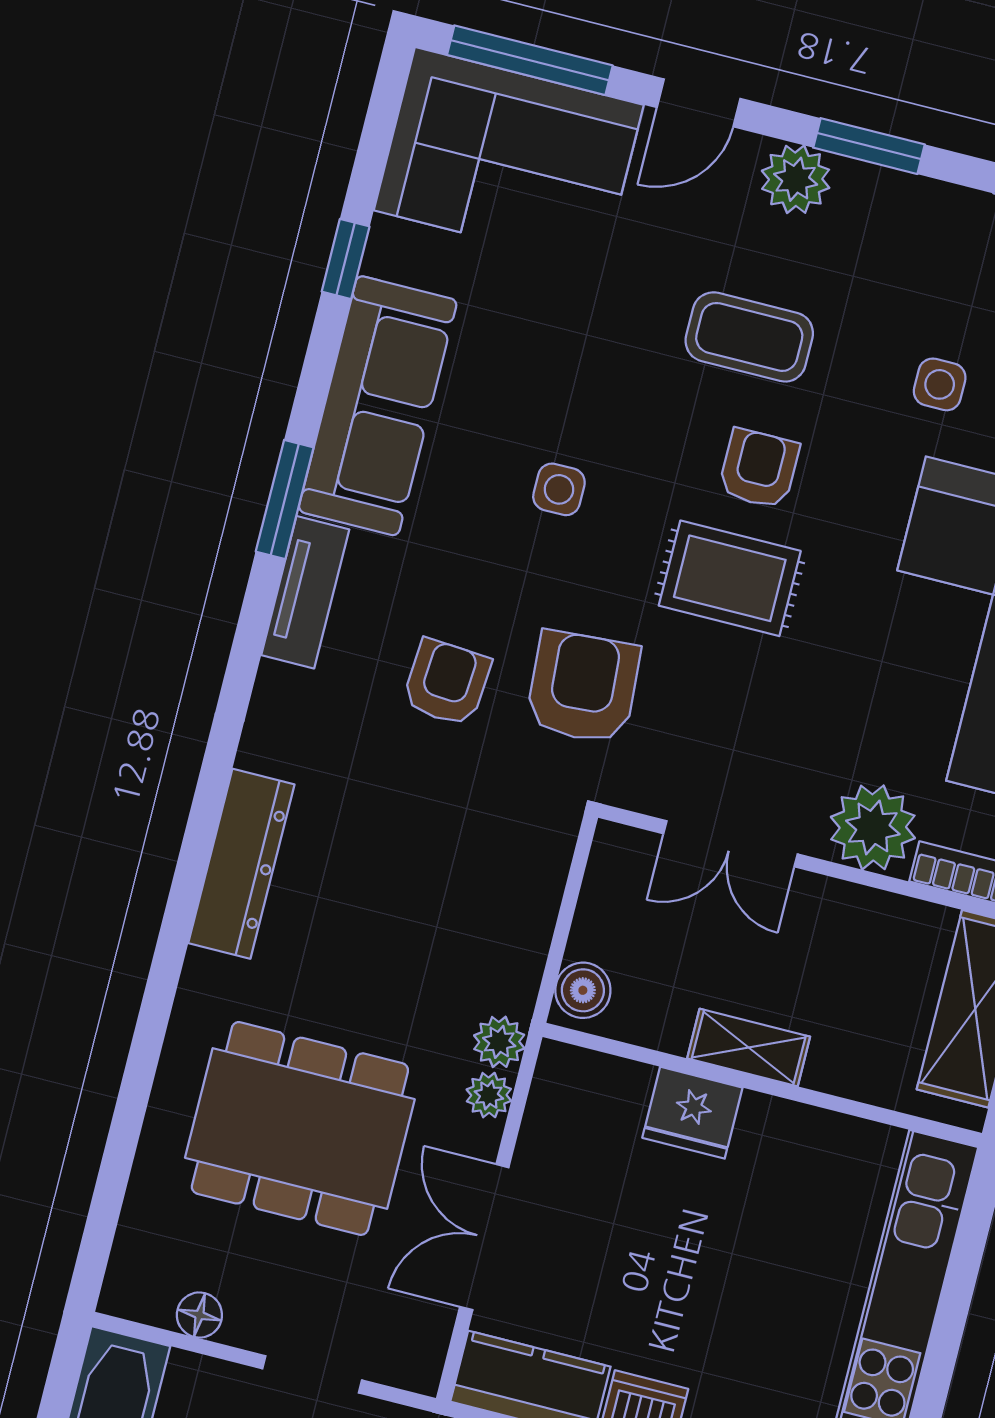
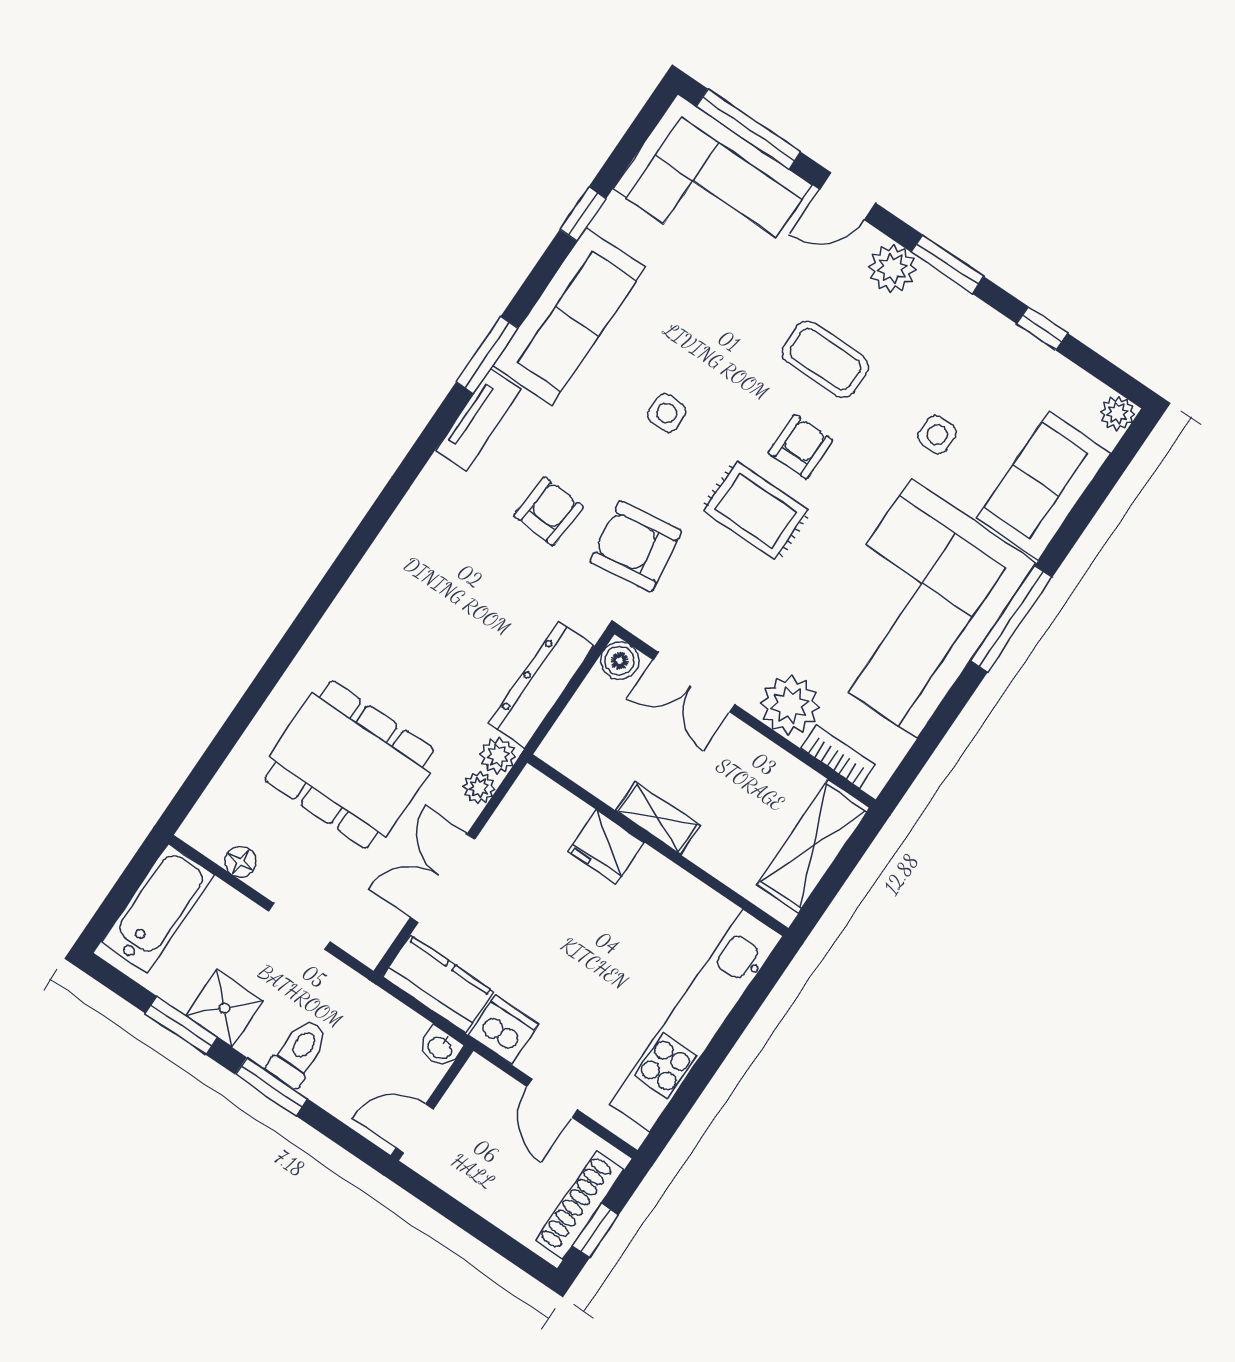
armchair: (583, 687) -> (636, 546), turned -94
dresser: (241, 864) -> (541, 685), moved, turned 180
boiler: (583, 990) -> (620, 661), moved

